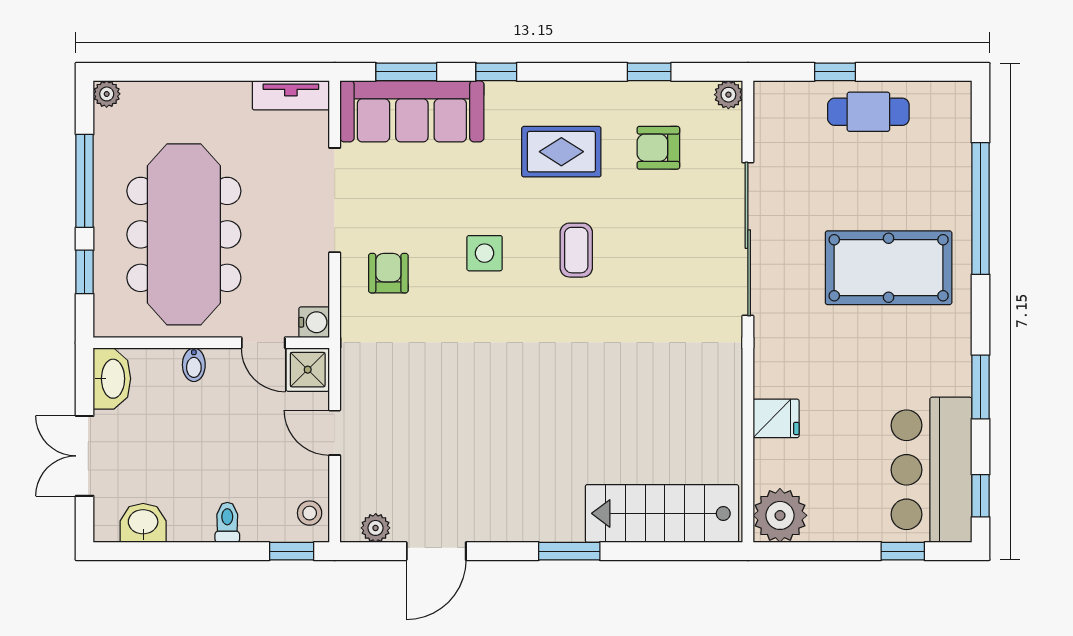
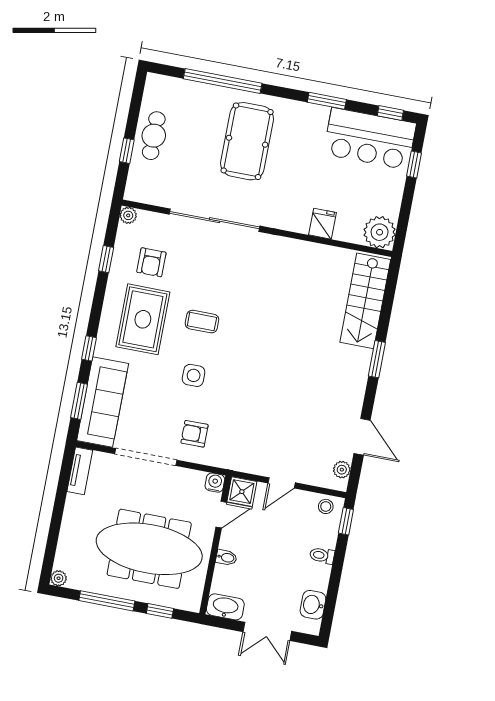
rug: (561, 152) -> (143, 319), width x1.36, depth x1.43

